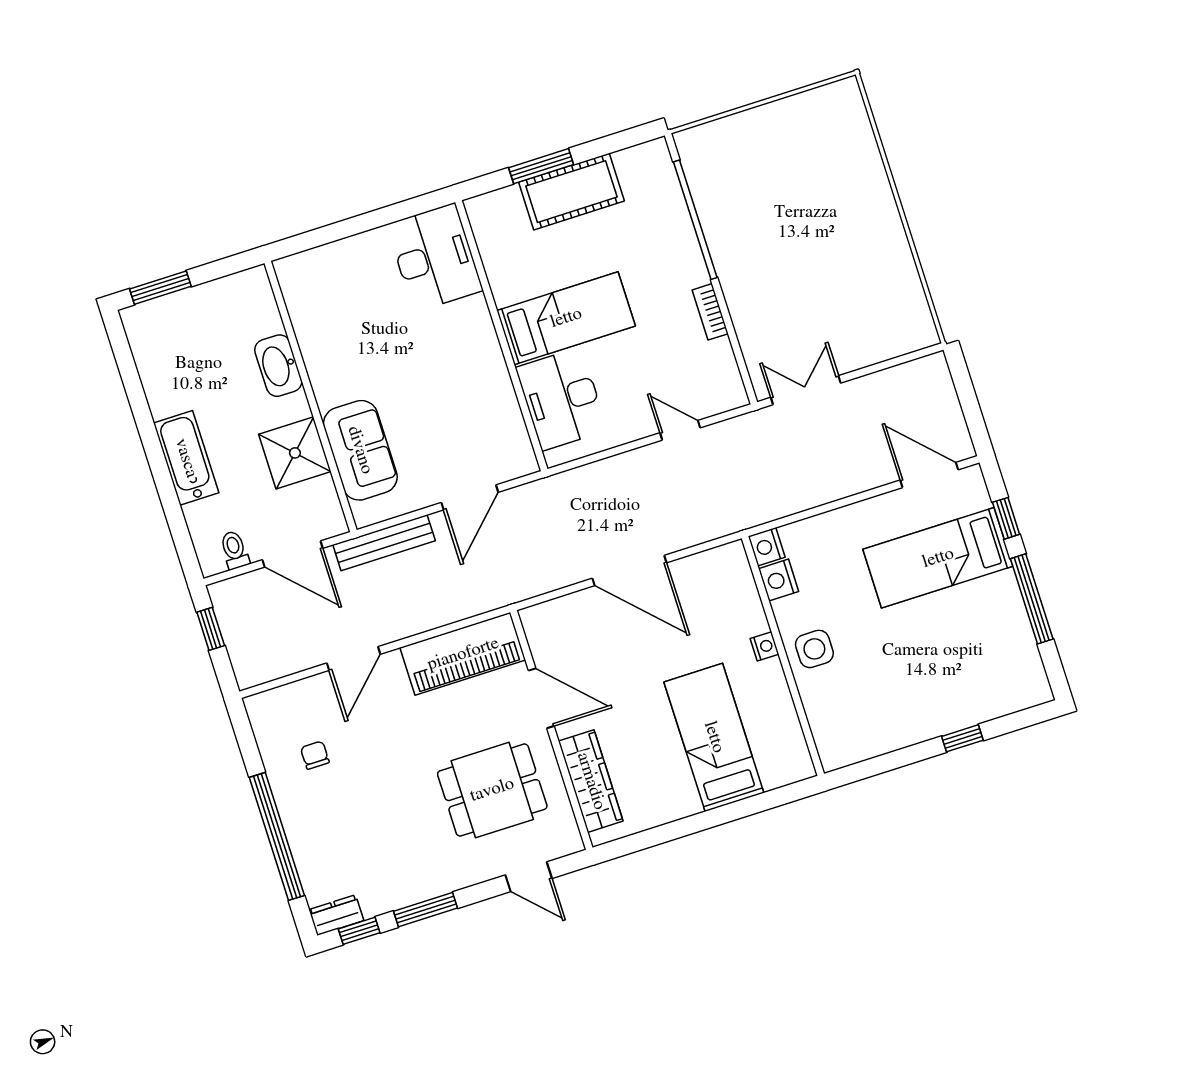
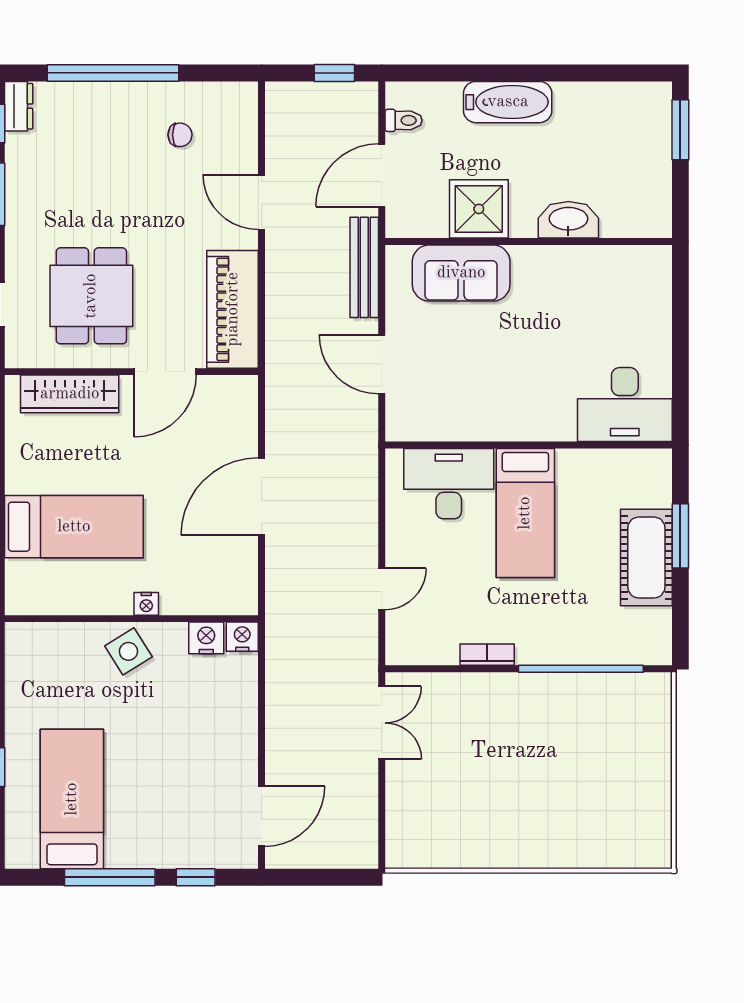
bed: (938, 558) -> (72, 799), moved
side table: (814, 649) -> (128, 651), turned -32

